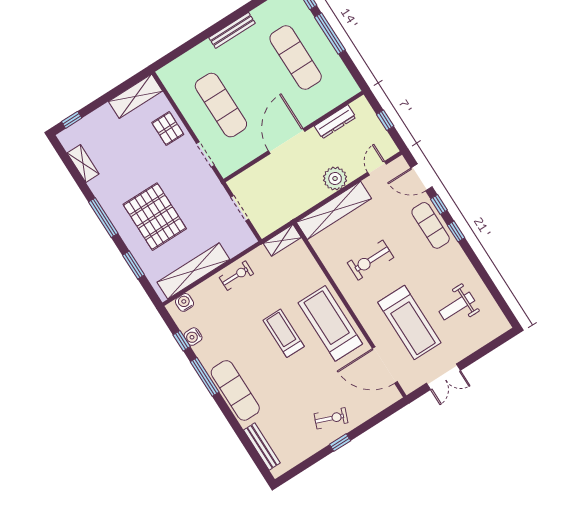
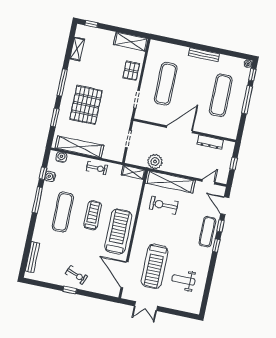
plant: (335, 179) -> (155, 162), moved
exercise bike: (370, 260) -> (164, 205), moved
exercise mat: (235, 390) -> (63, 212), moved

